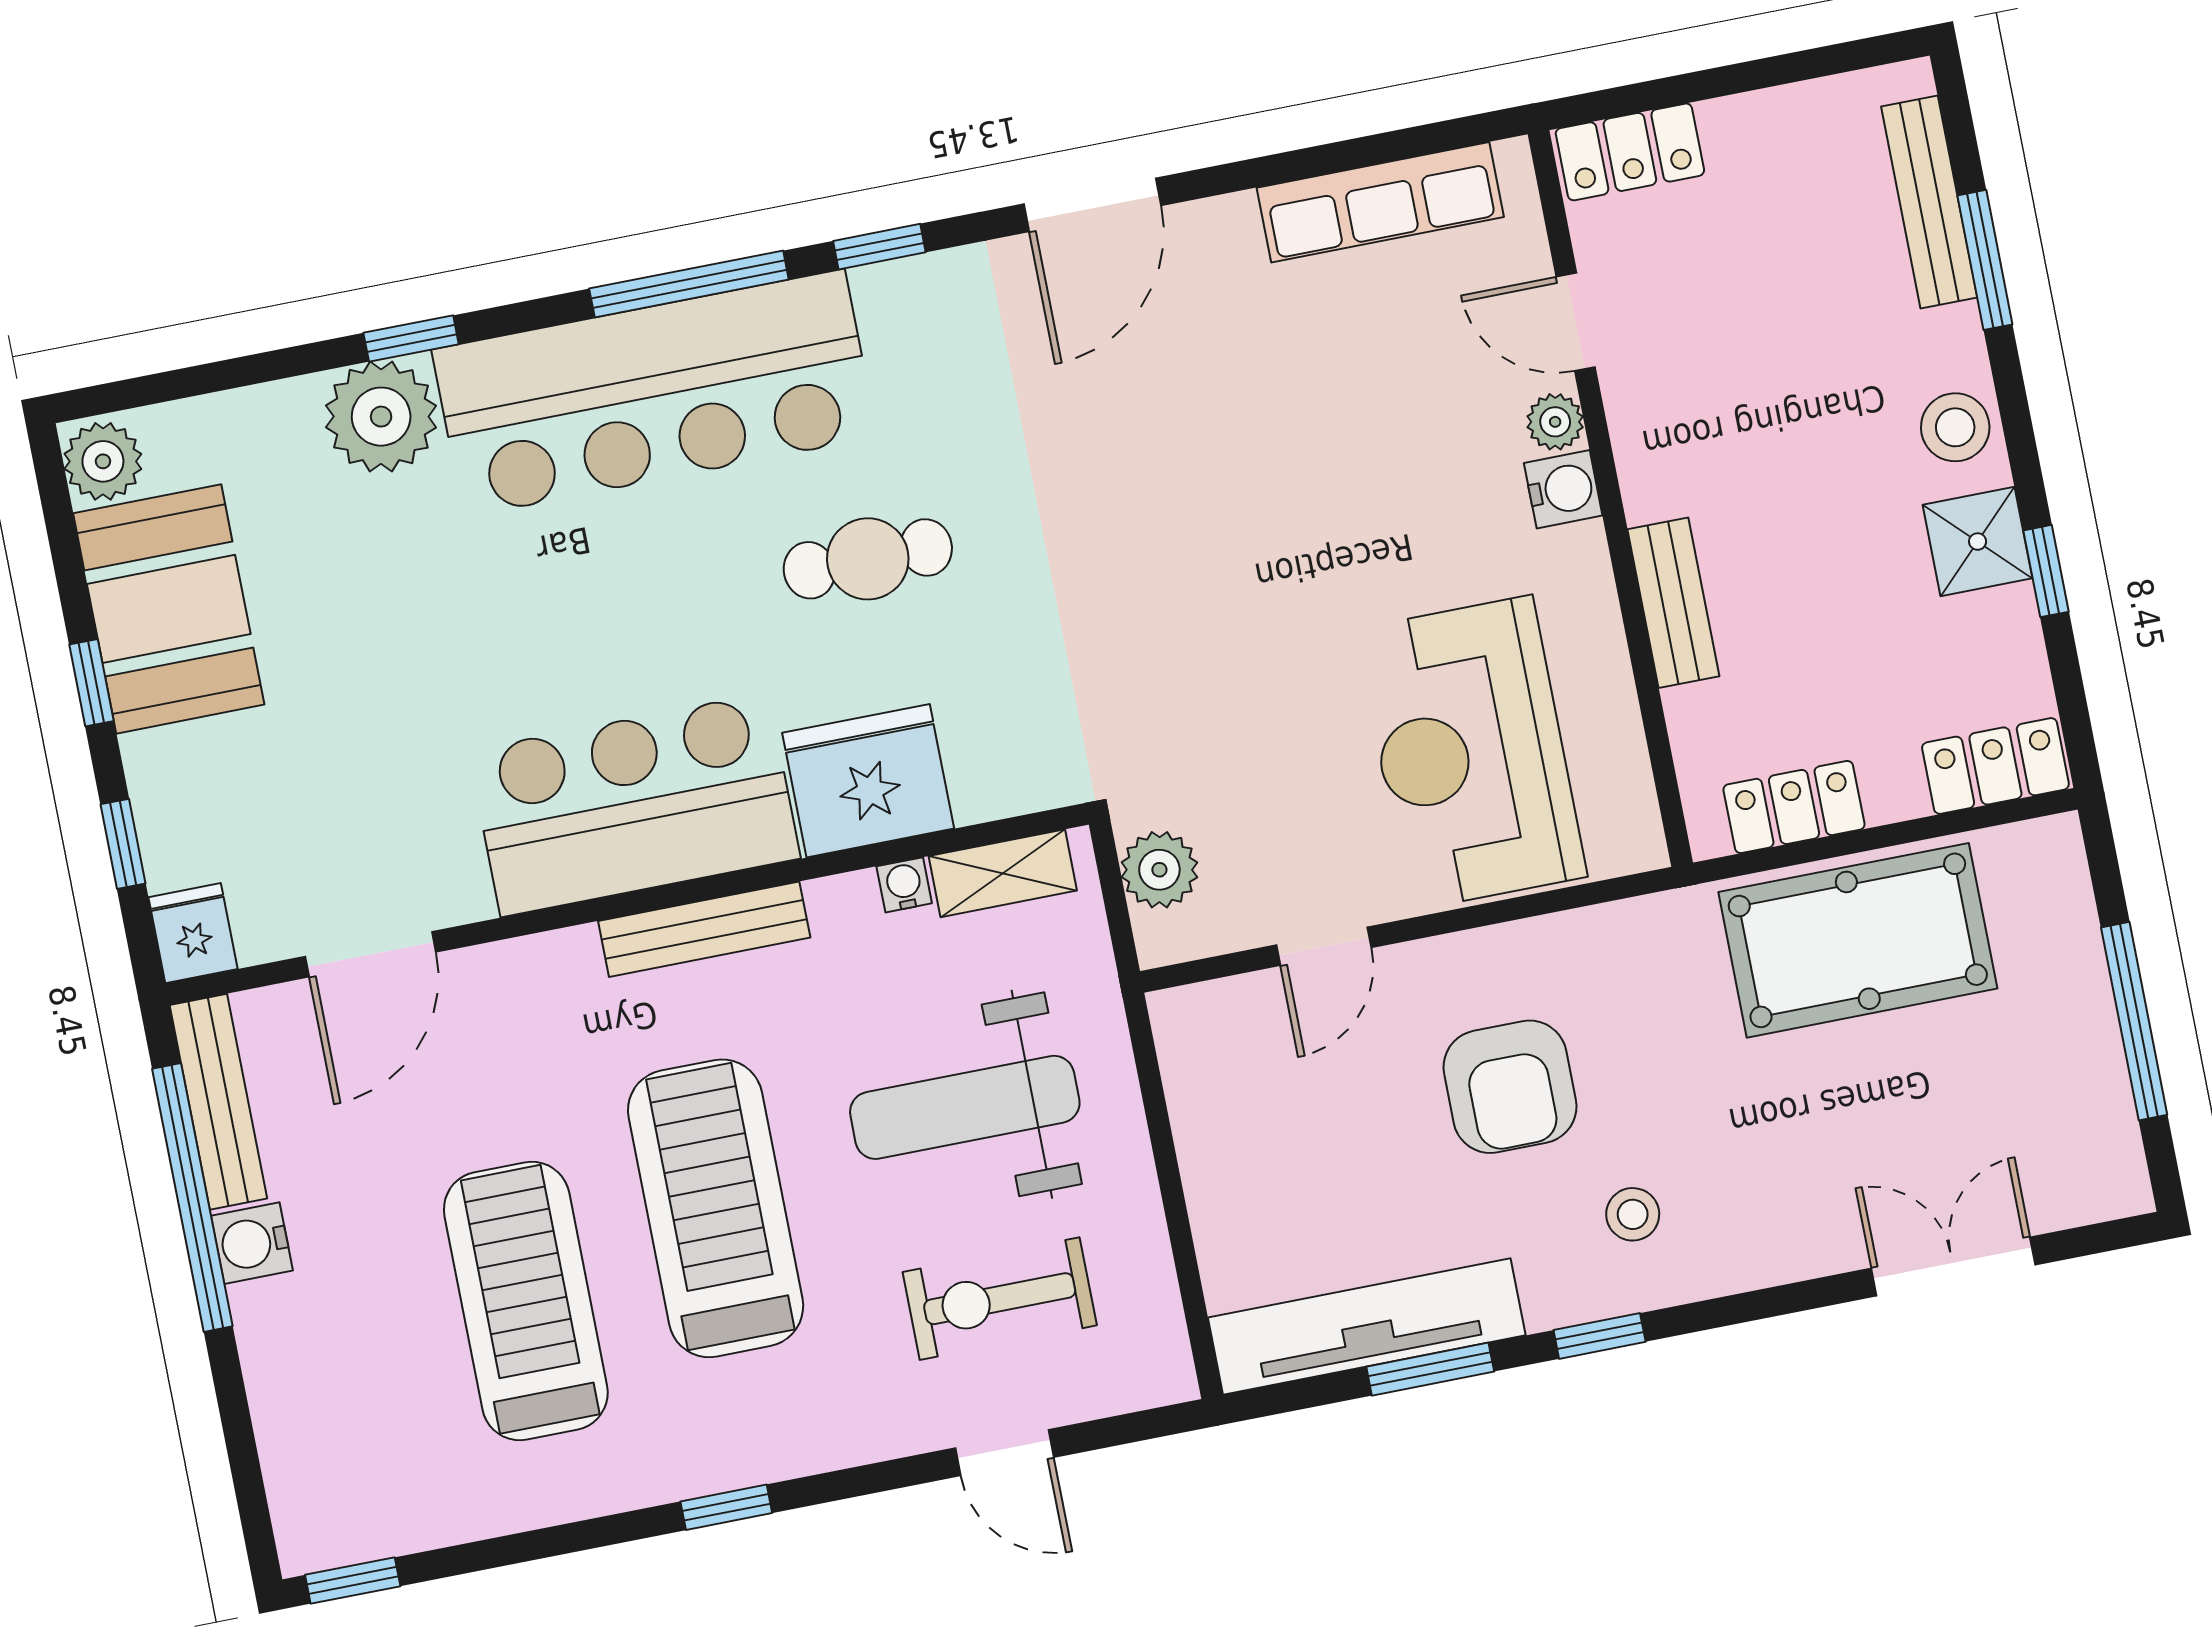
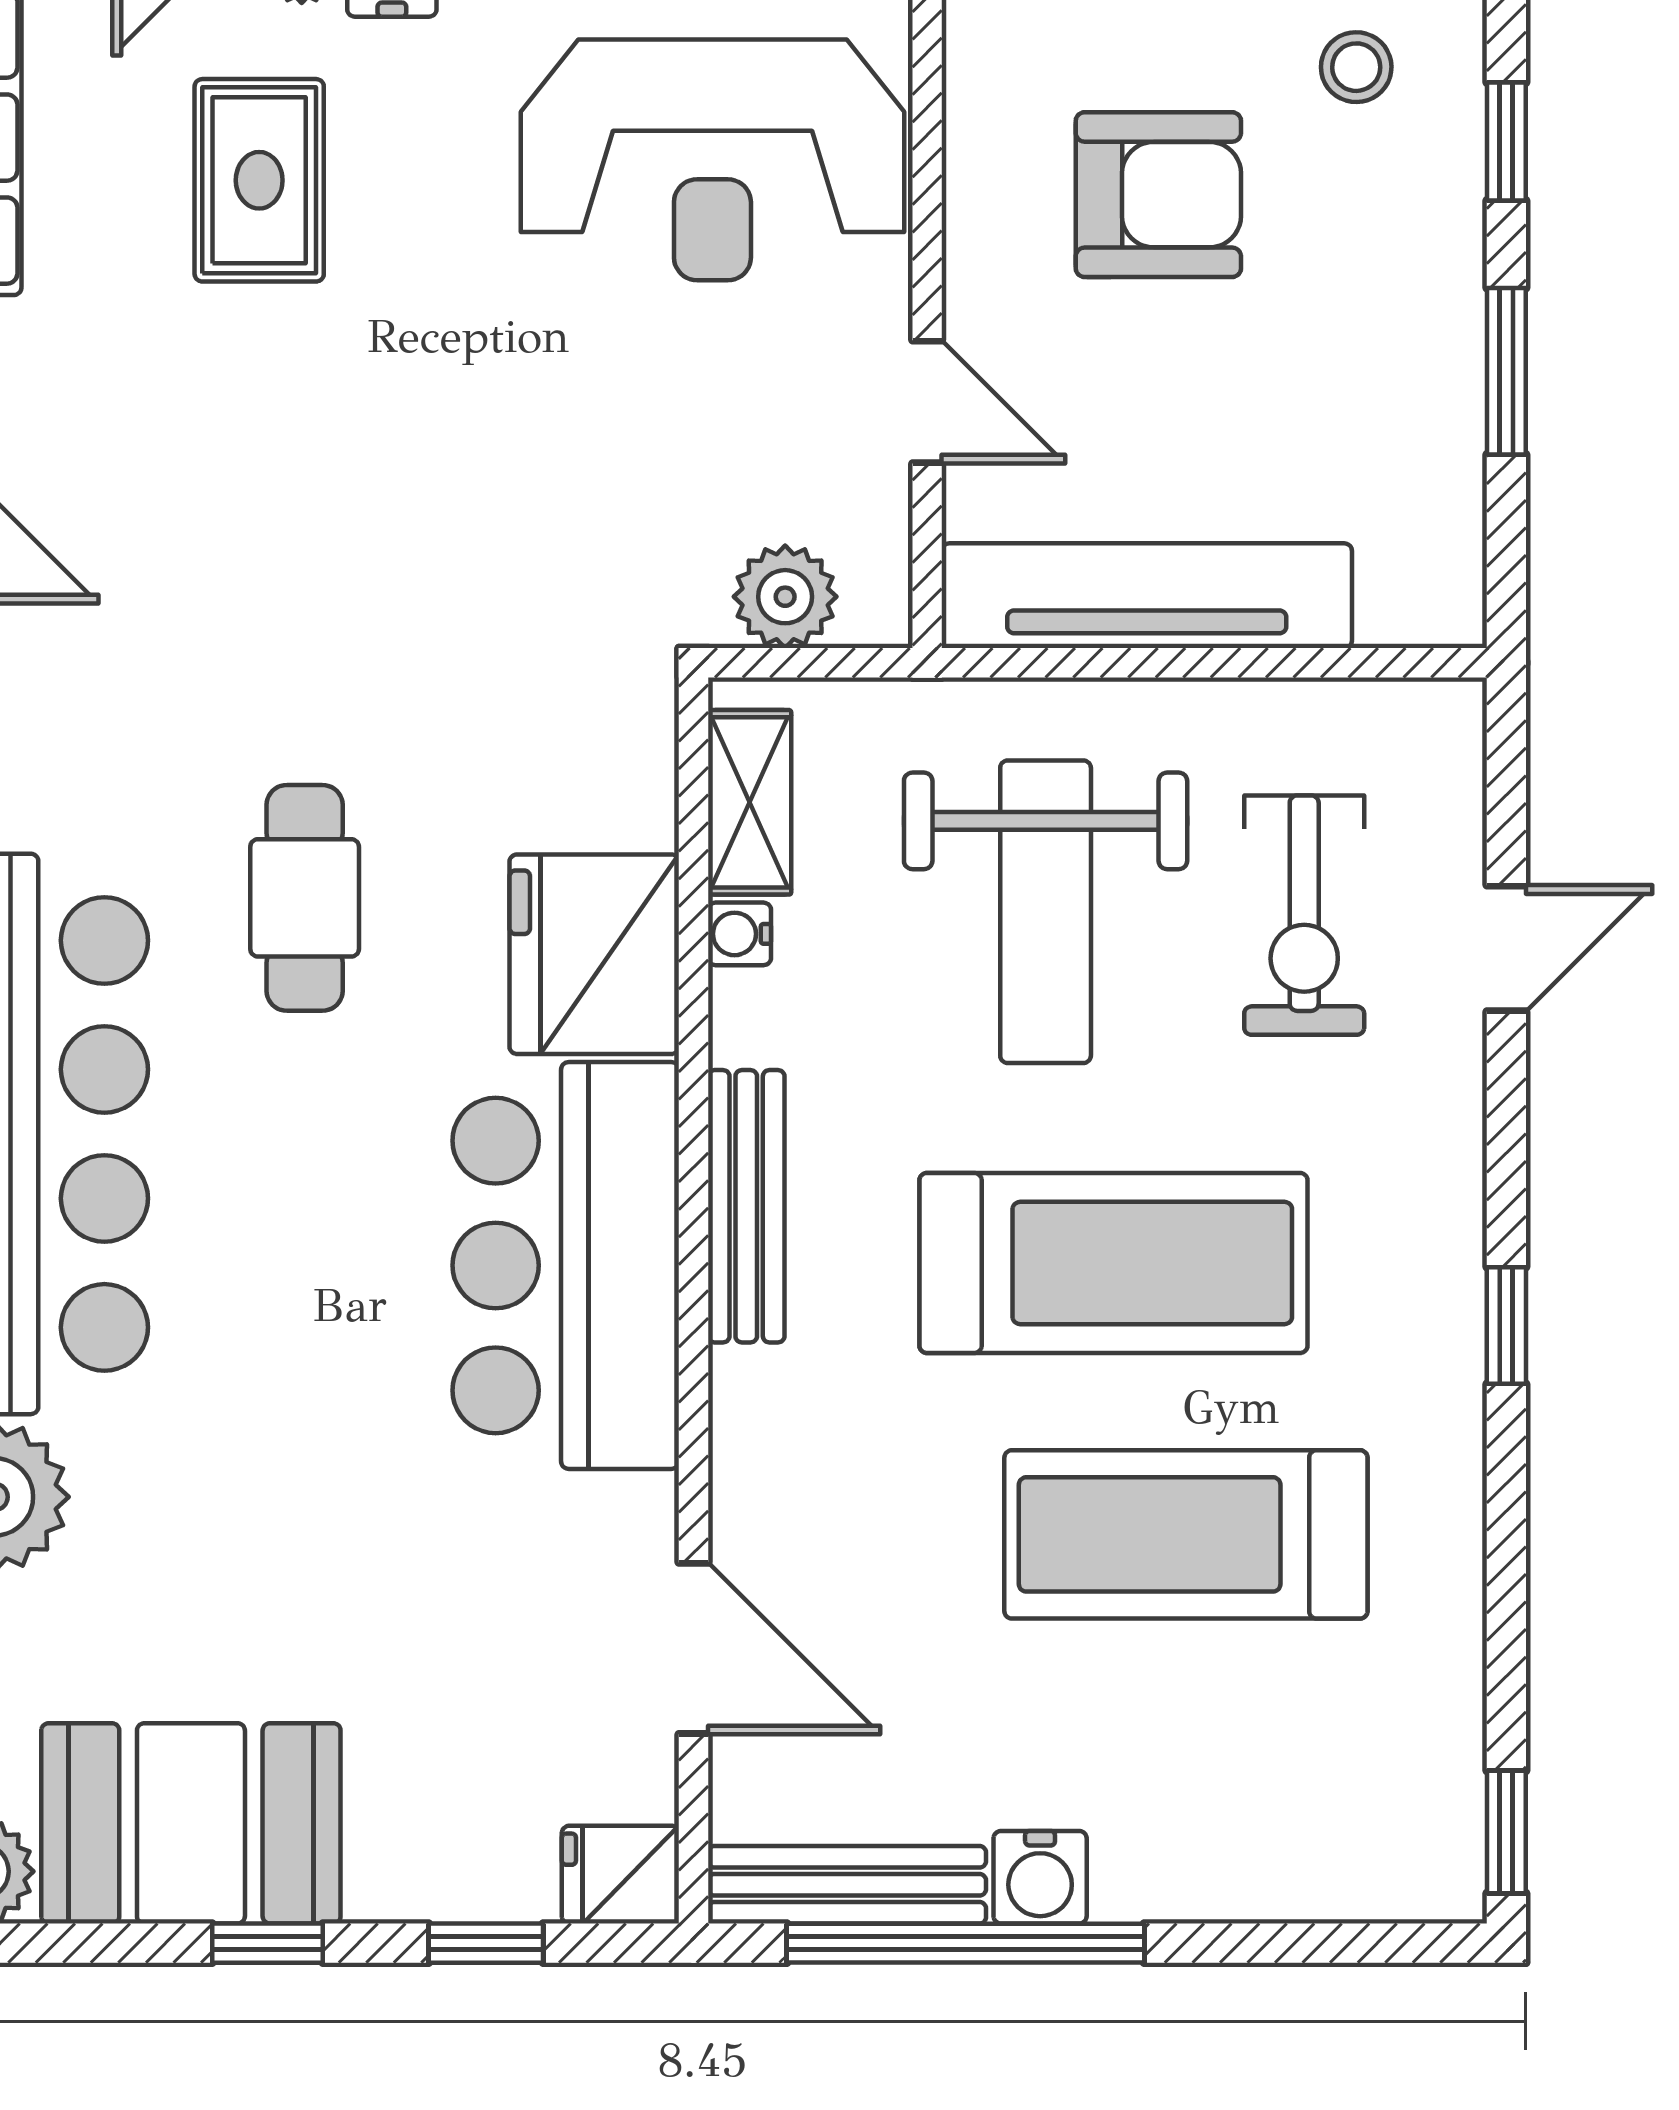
rug: (1390, 422) -> (259, 180), added
treadmill: (716, 1208) -> (1114, 1263), turned 180
tv unit: (1367, 1326) -> (1147, 596), moved, turned 90

